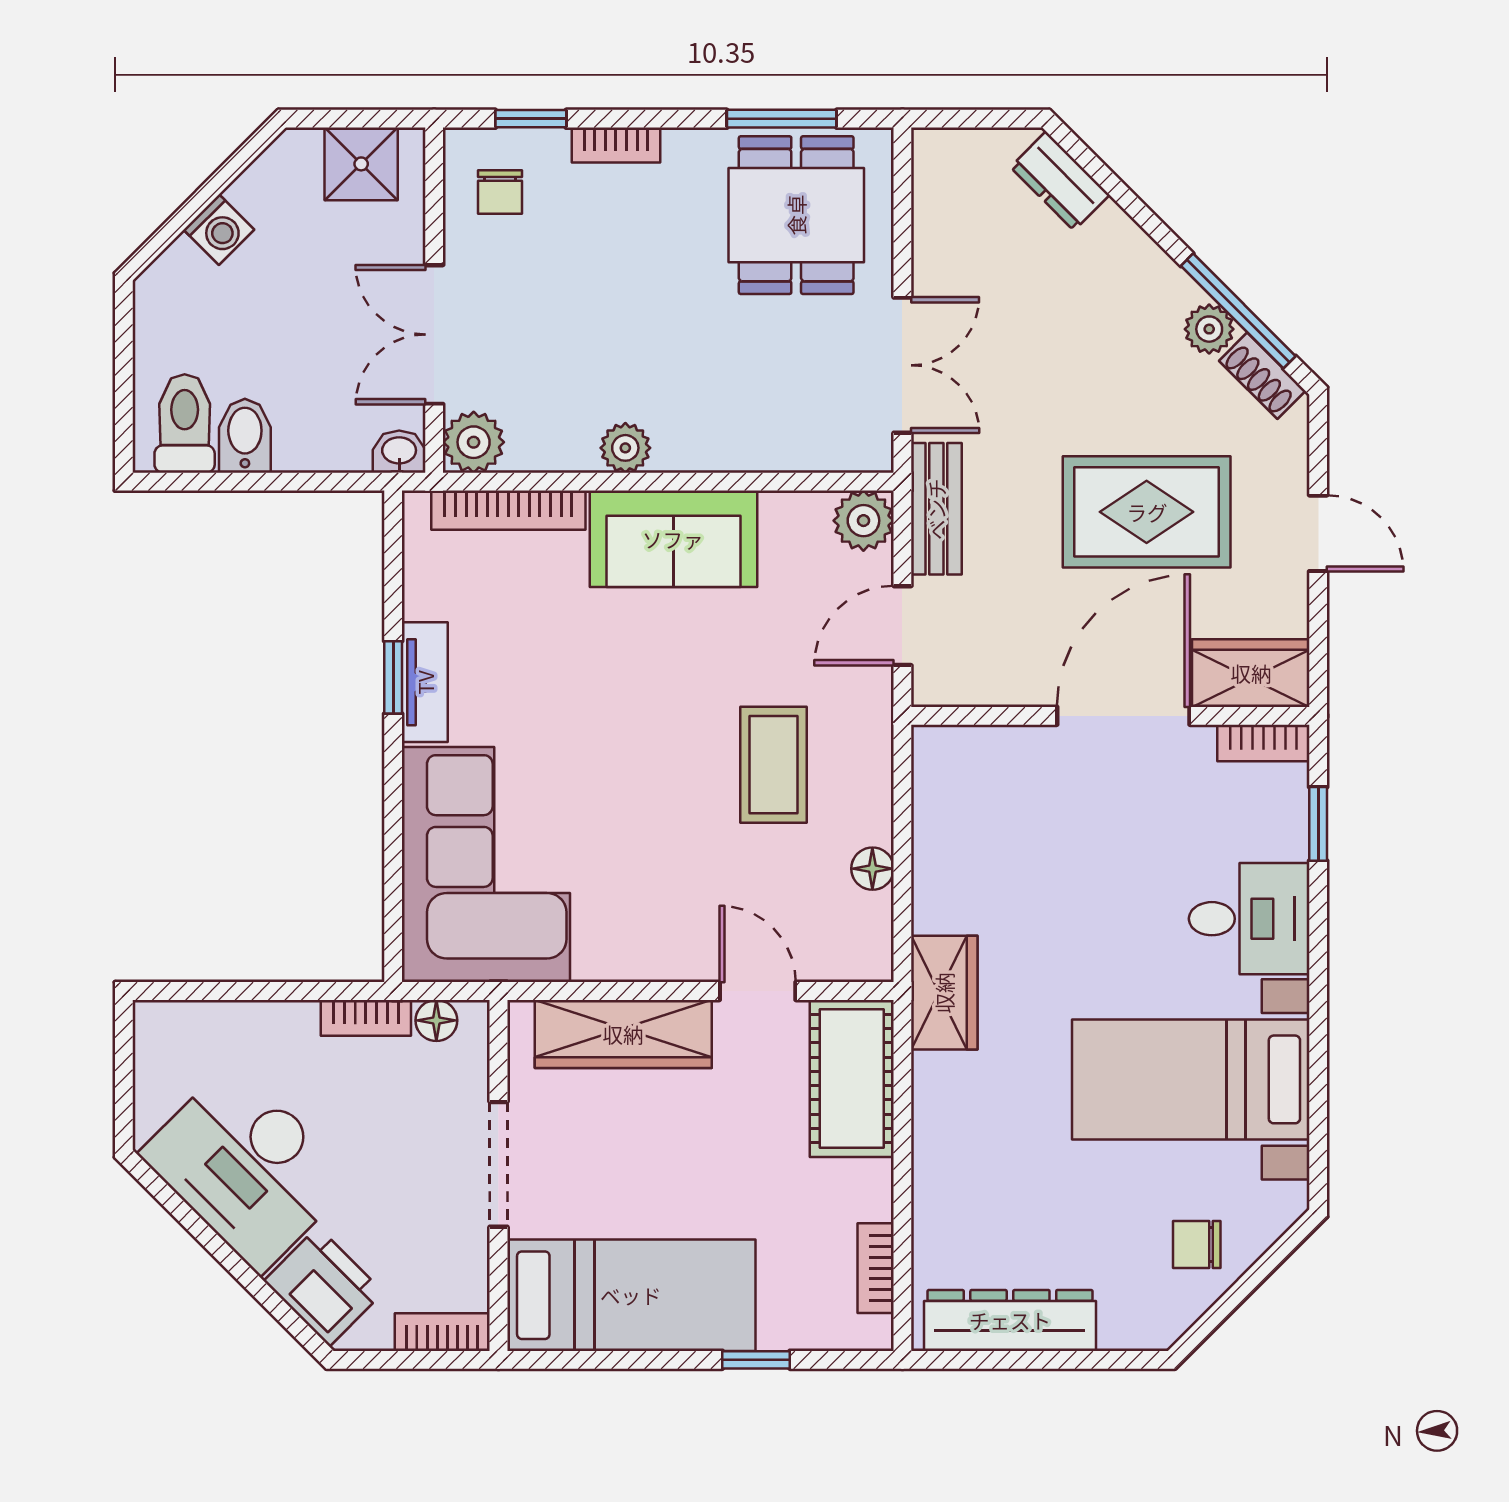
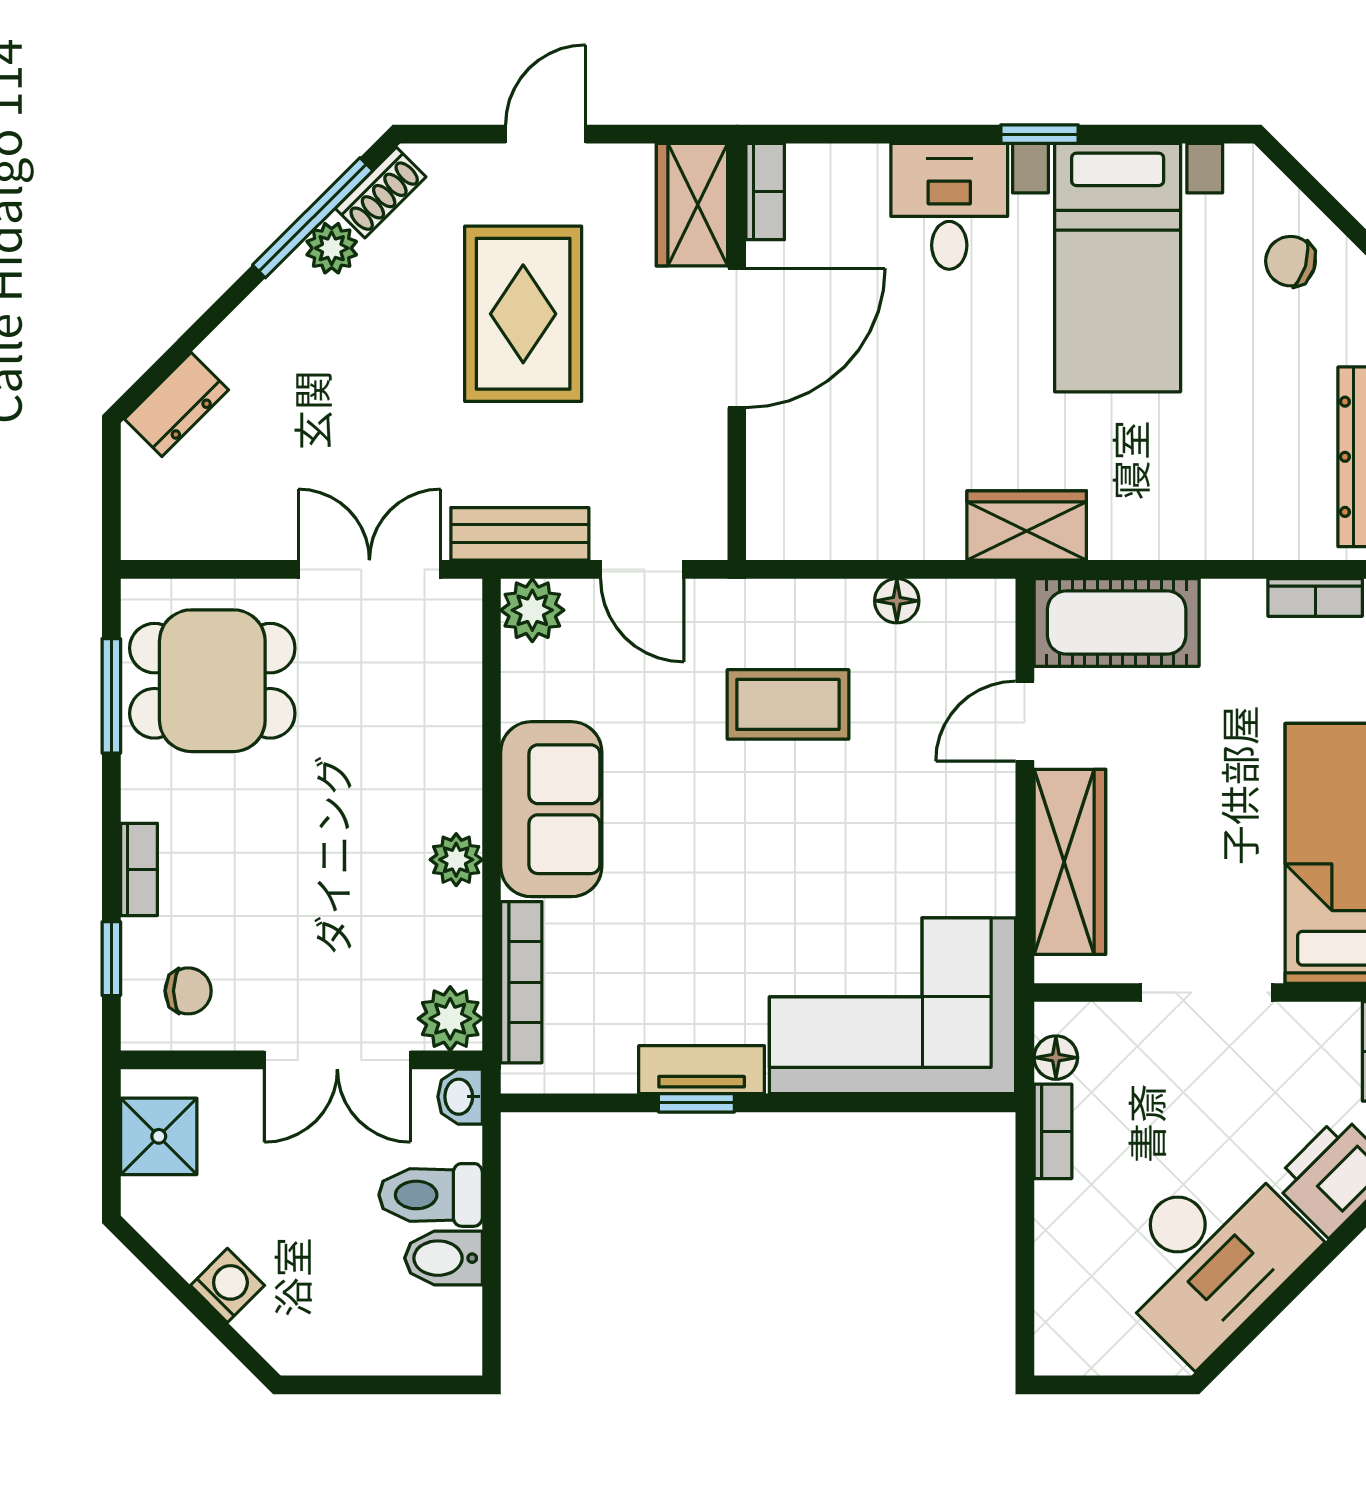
toilet: (185, 424) -> (431, 1195), moved
door: (1123, 716) -> (737, 338), swing flipped
window: (1318, 824) -> (1039, 134), moved
chair: (1197, 1245) -> (1291, 261), turned 107

